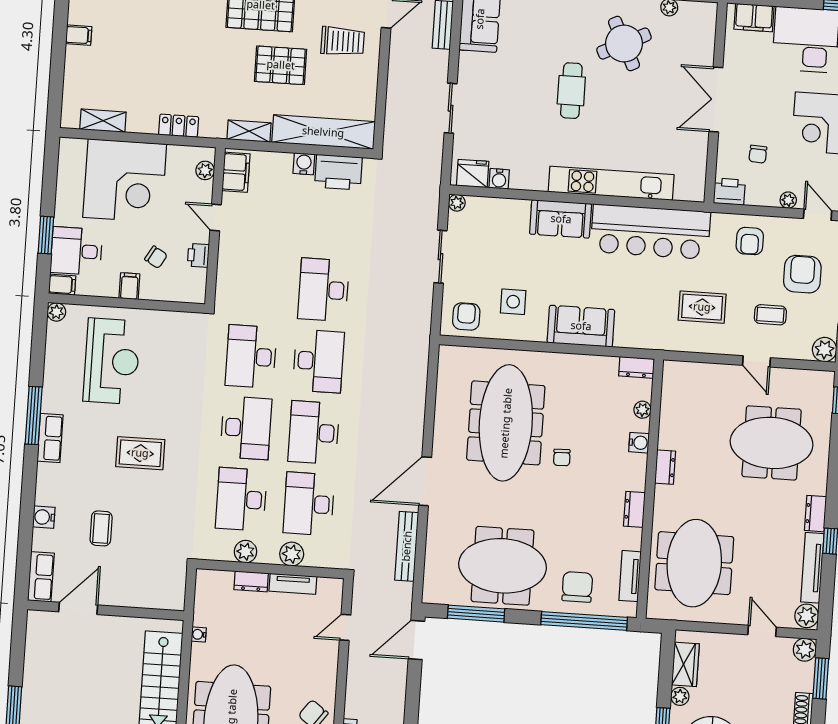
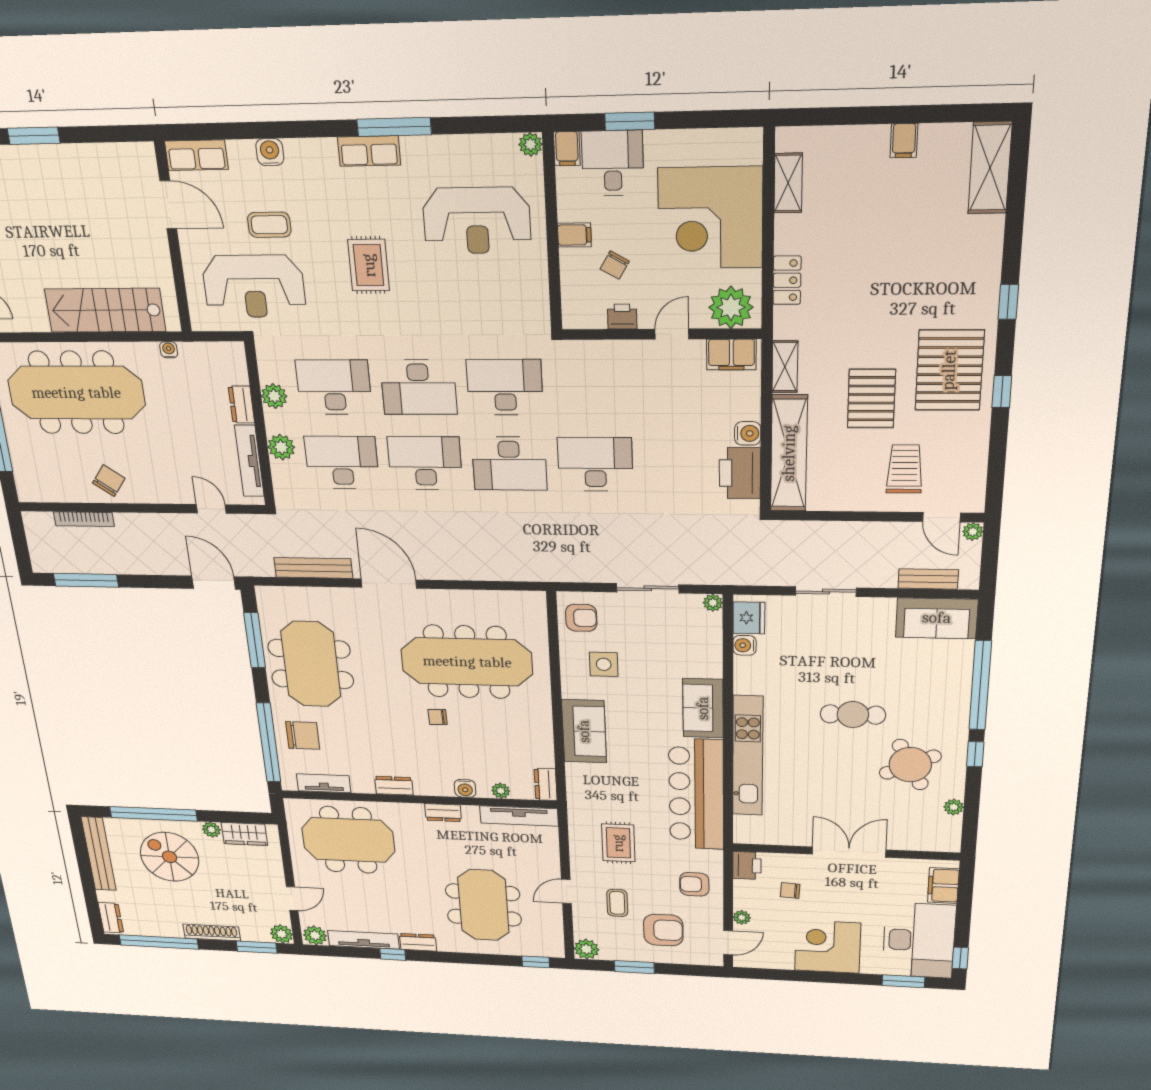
trolley: (343, 41) -> (905, 469), turned 180
plant: (205, 170) -> (731, 307), width x1.87, depth x1.87
tv unit: (670, 396) -> (519, 816), added
reception desk: (150, 551) -> (254, 286), added
tv unit: (293, 584) -> (249, 461), width x1.41

